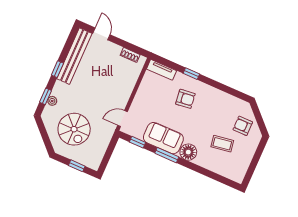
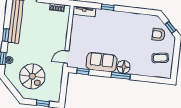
armchair: (185, 99) -> (109, 28), removed
window: (260, 121) -> (170, 27), added
coffee table: (222, 144) -> (160, 58), moved
window: (167, 155) -> (121, 76), moved

